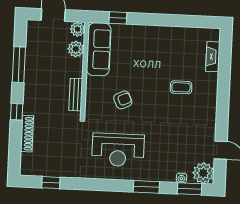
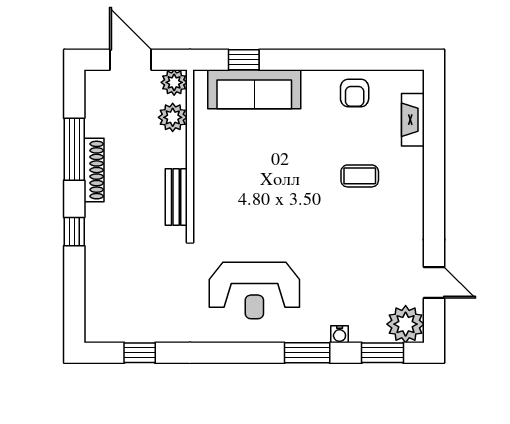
sofa: (99, 49) -> (254, 89), moved, turned 90
armchair: (123, 100) -> (355, 93), moved, turned 115
shoe rack: (27, 134) -> (94, 170), moved
water cooler: (182, 178) -> (340, 334), moved

